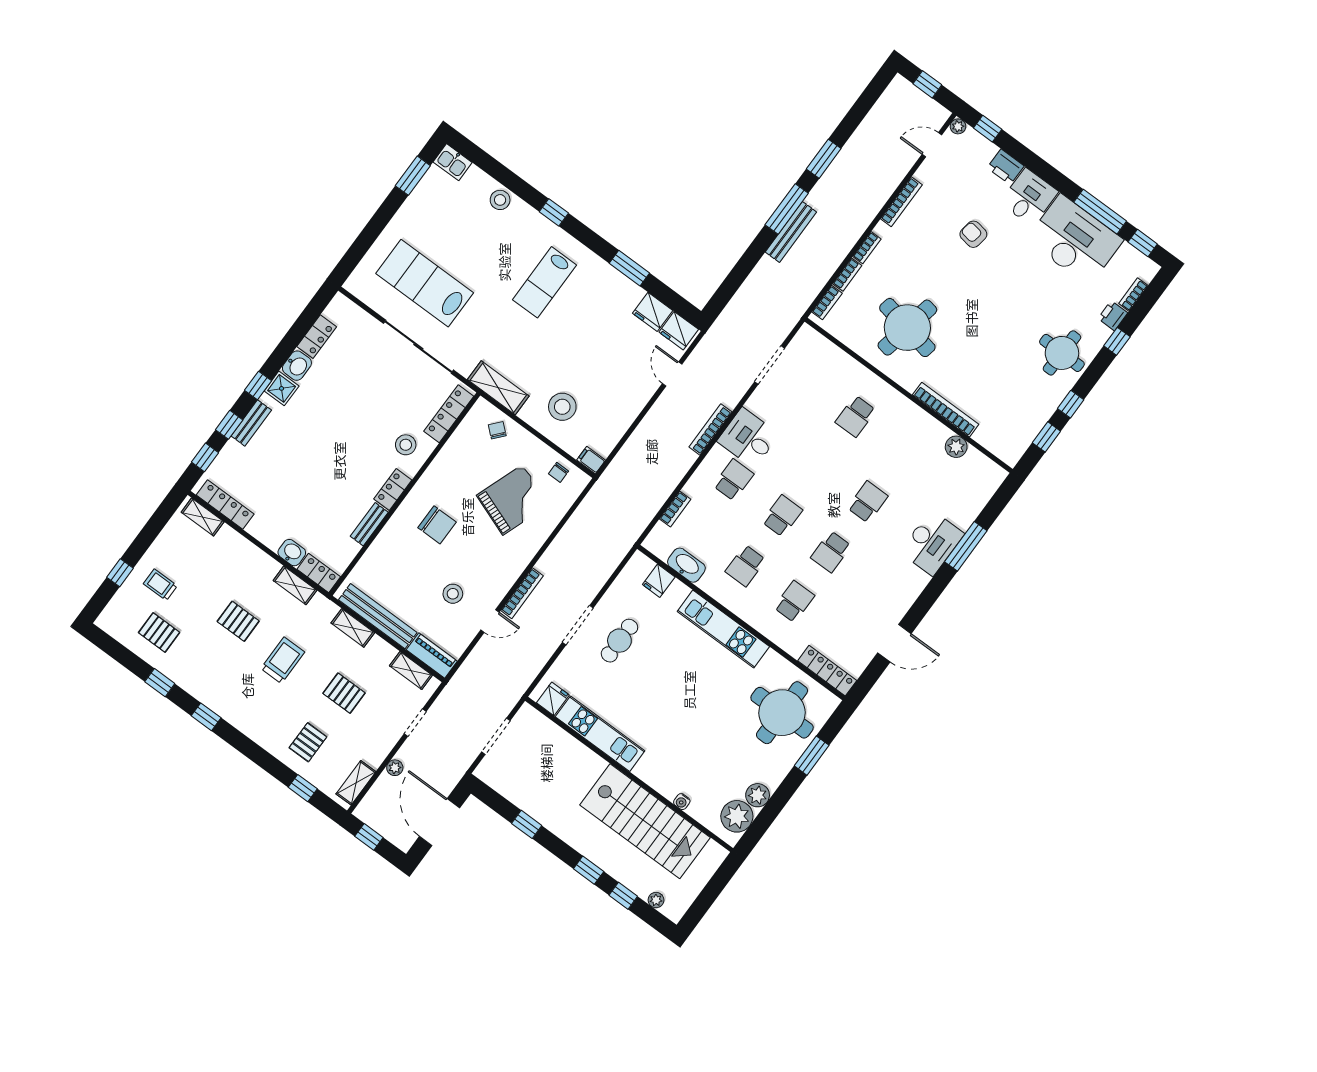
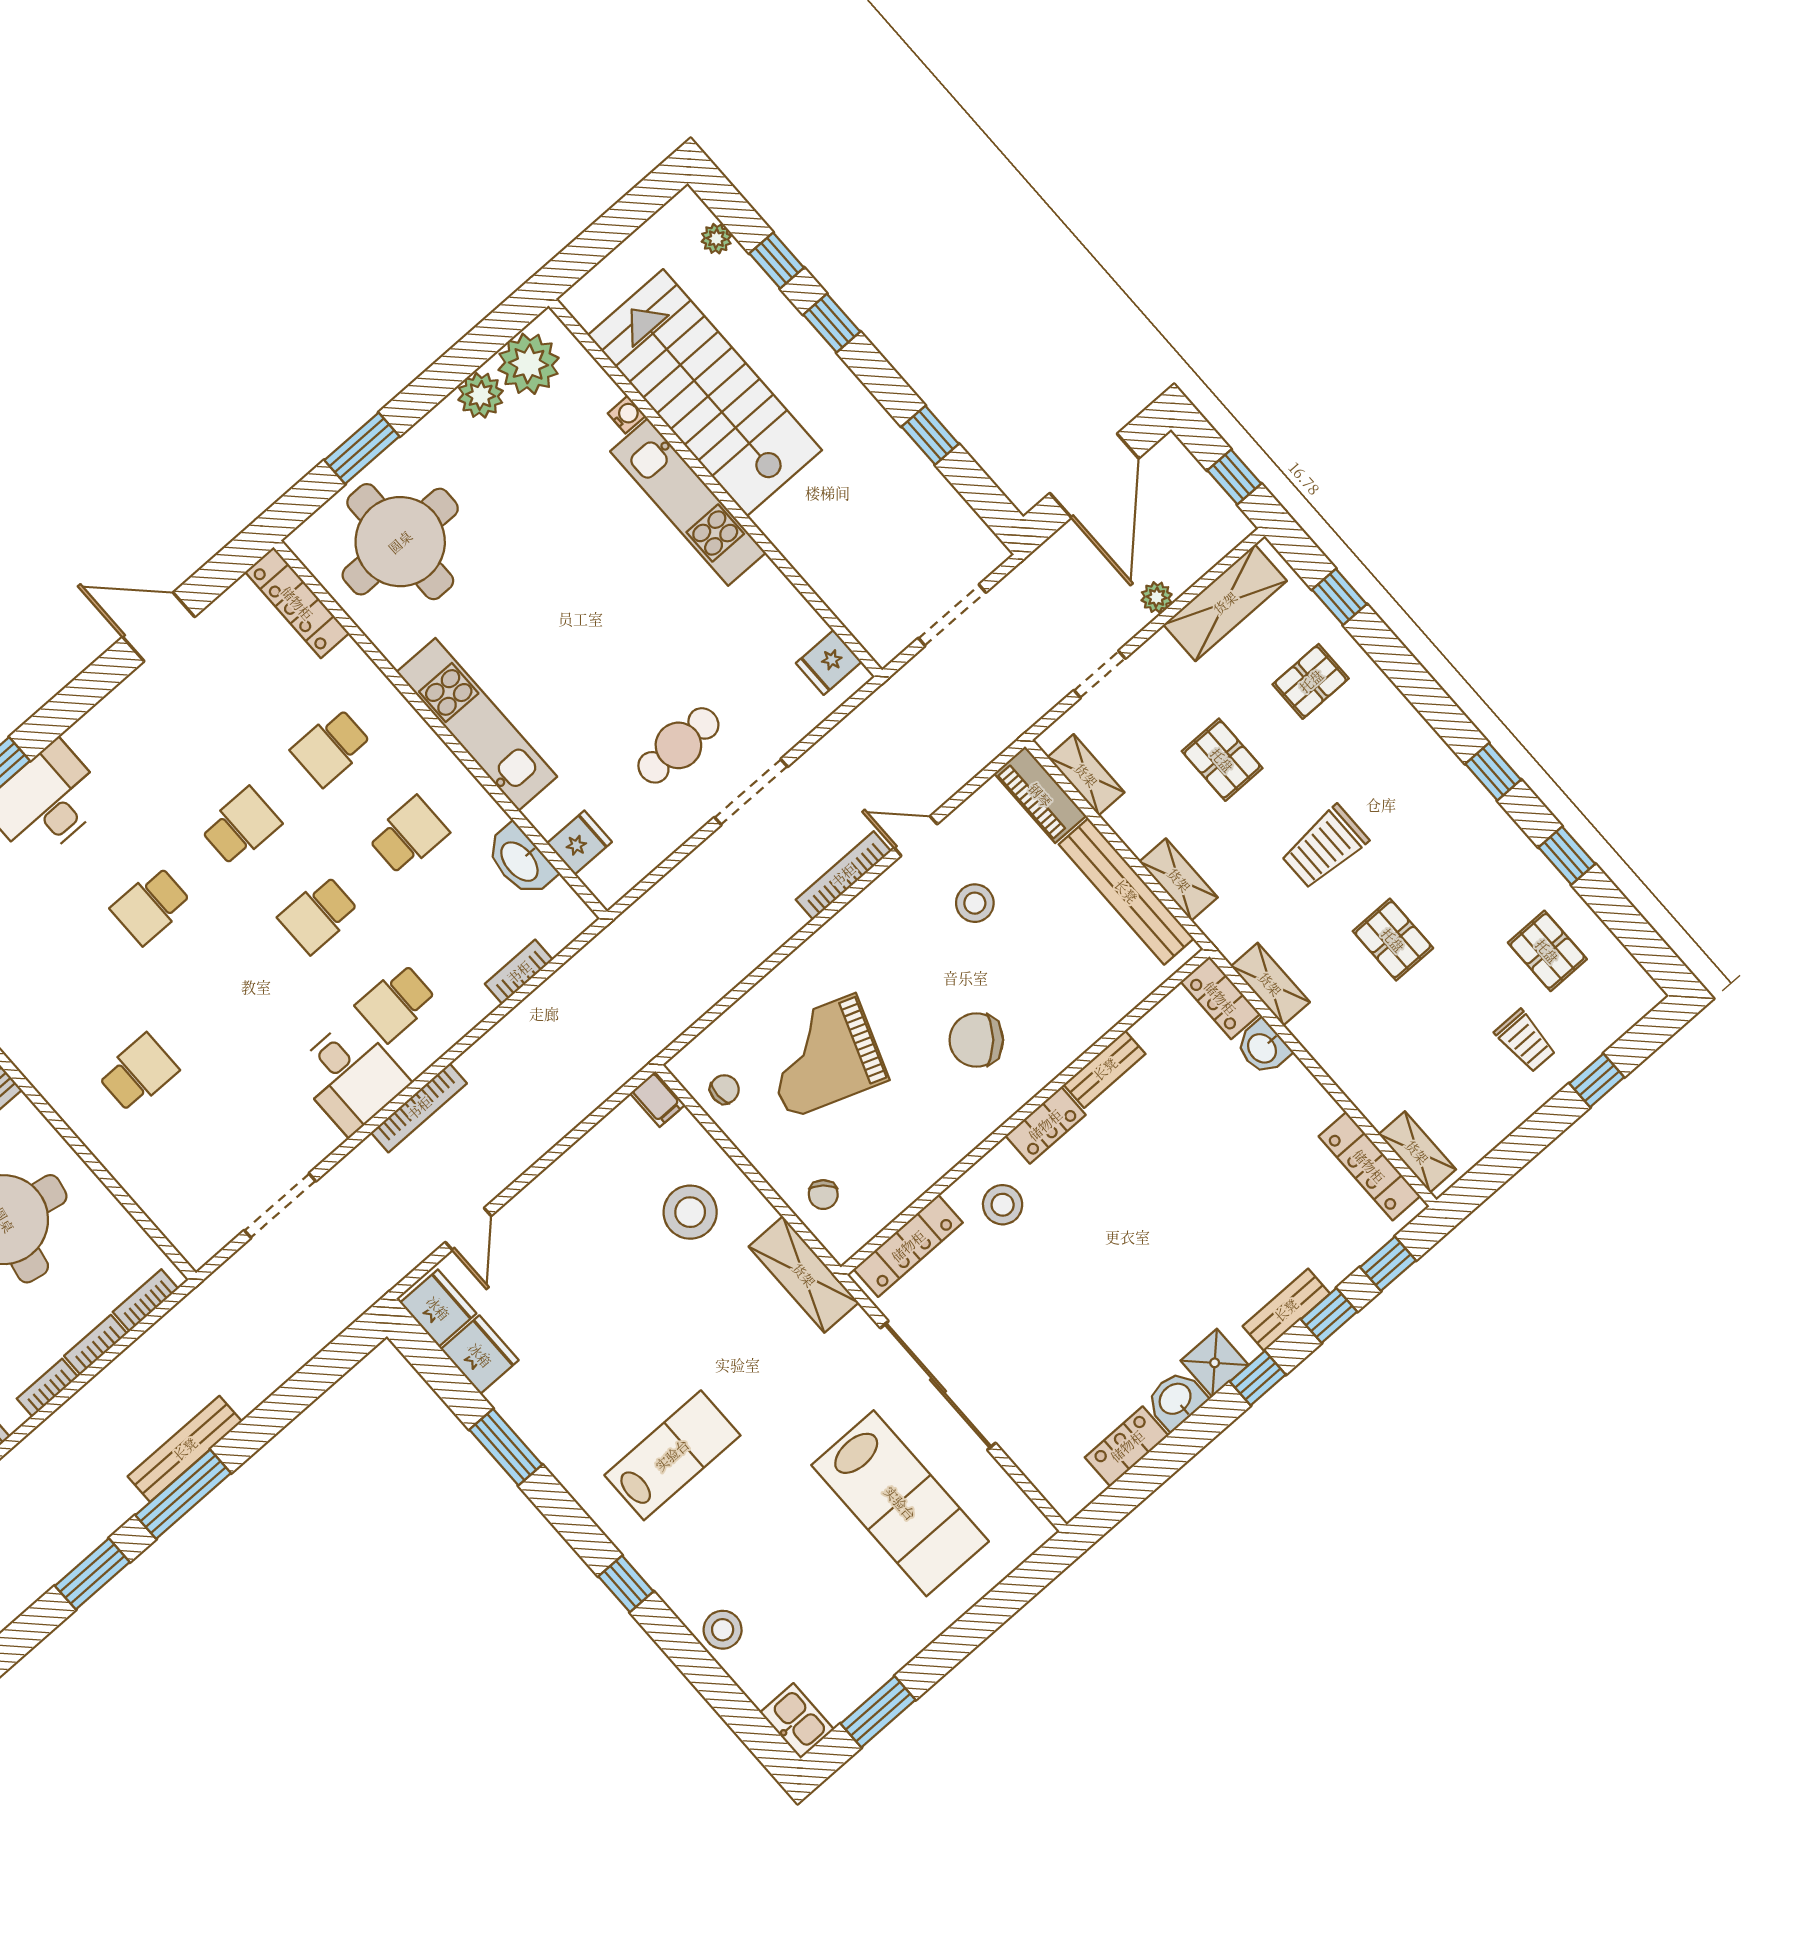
chair: (437, 525) -> (976, 1040), turned -49
kitchen unit: (600, 734) -> (688, 502), moved
shelving: (356, 783) -> (1225, 603), width x1.50, depth x1.33

